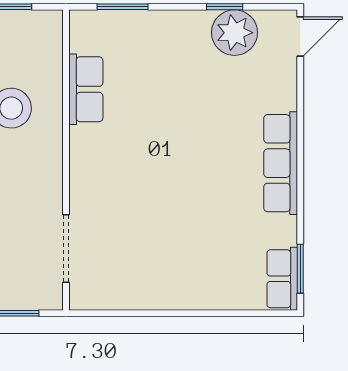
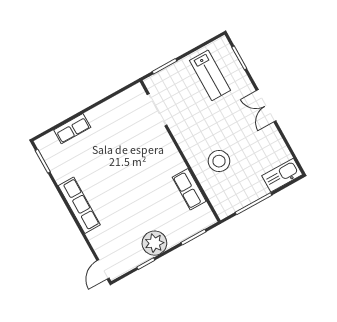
plant: (234, 33) -> (154, 243), moved
row of seats: (282, 279) -> (72, 129), moved, turned 90

